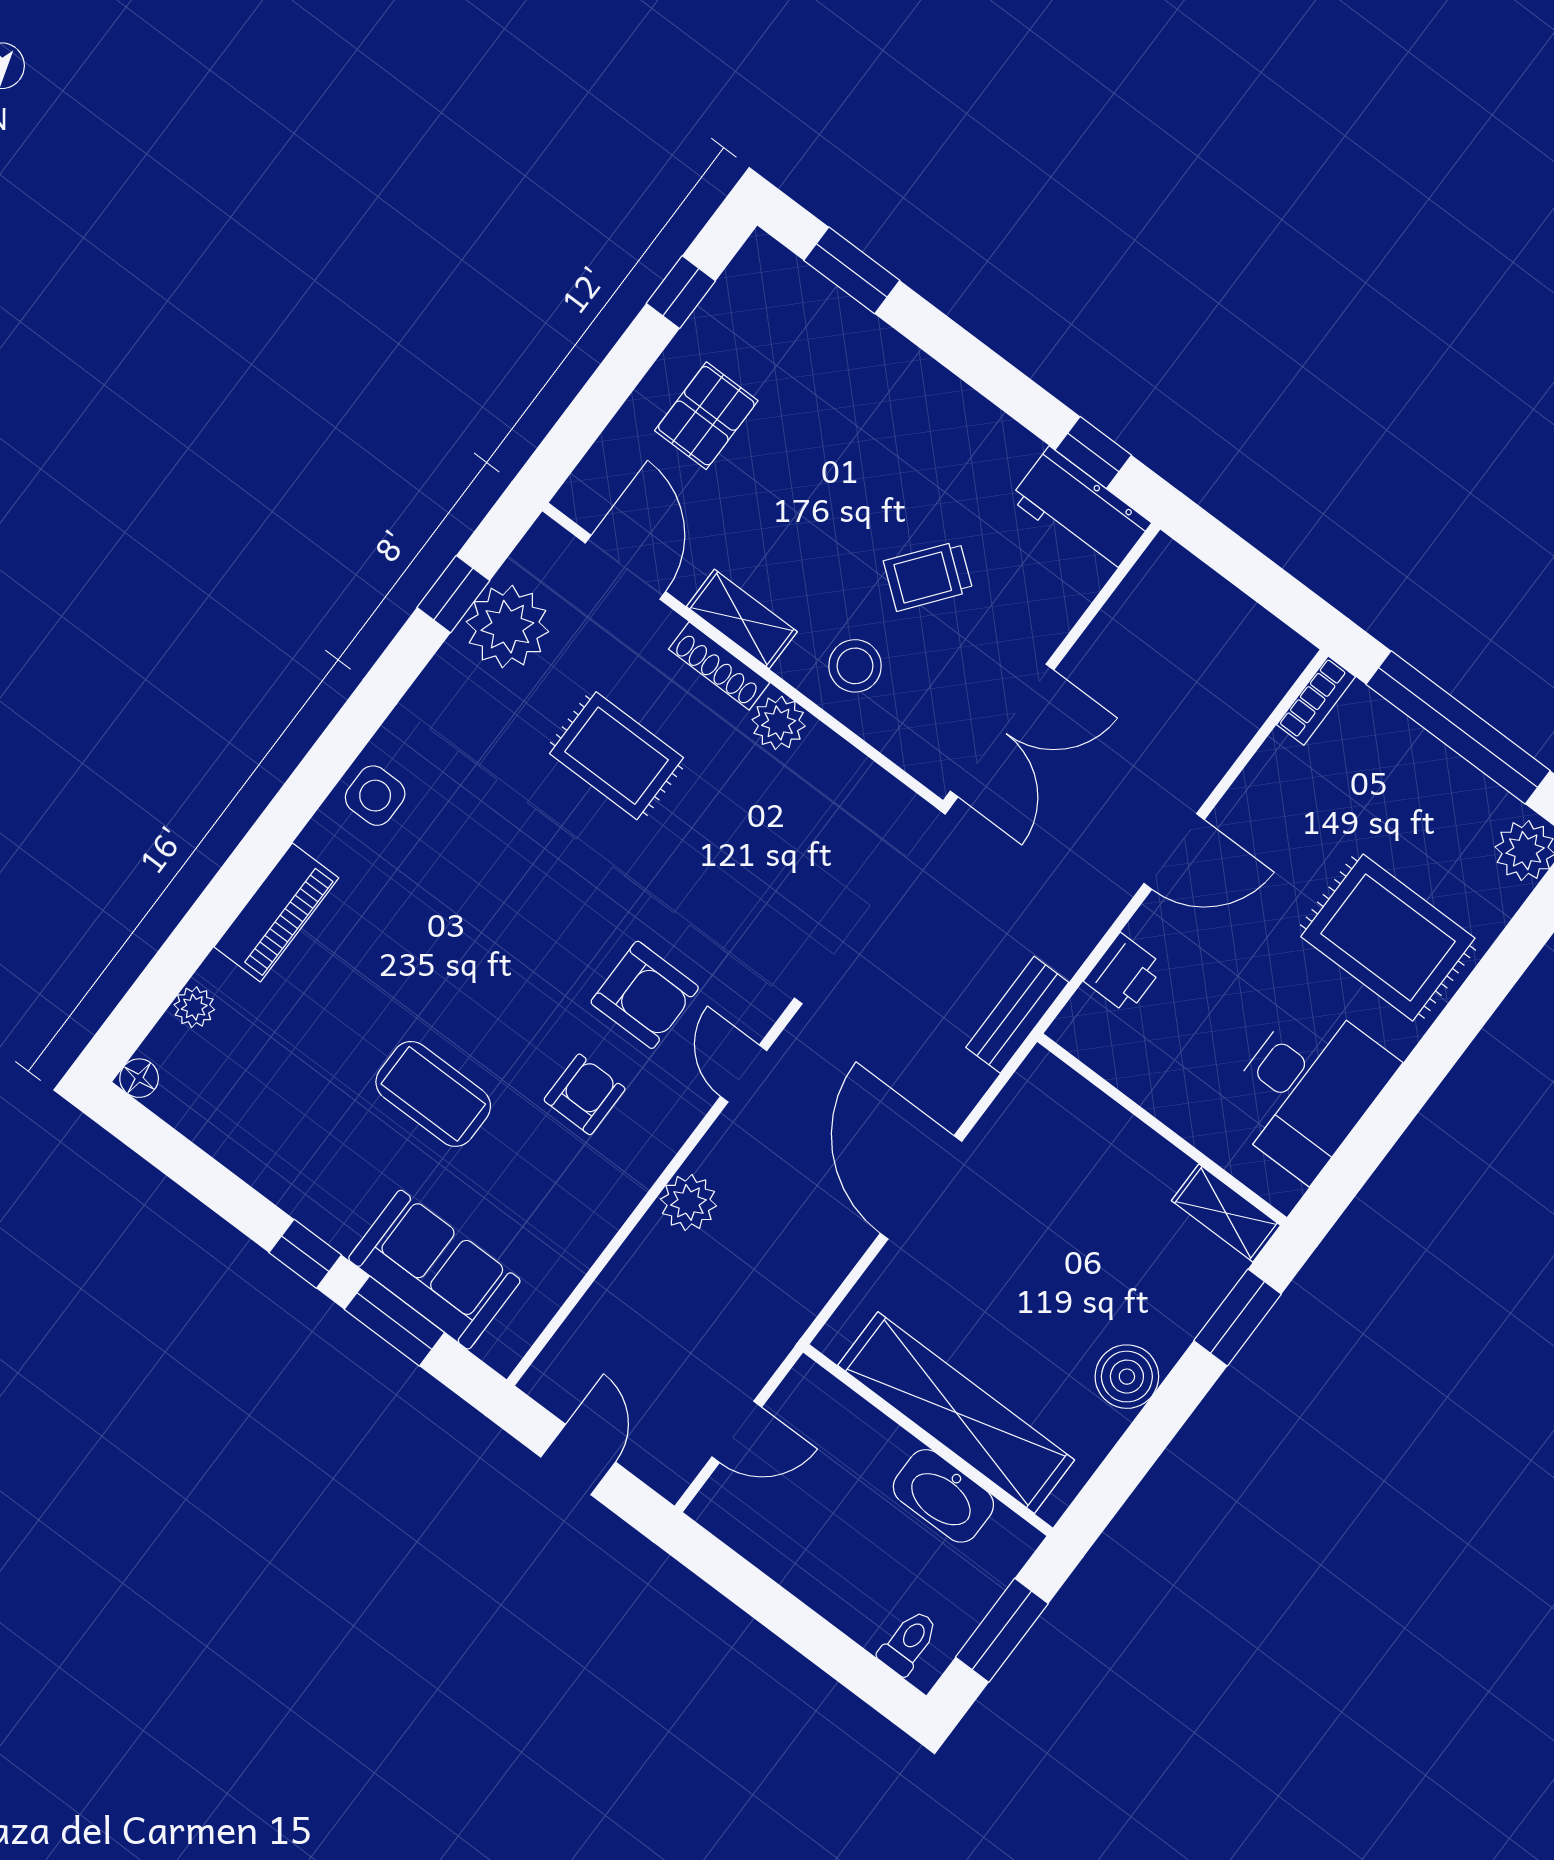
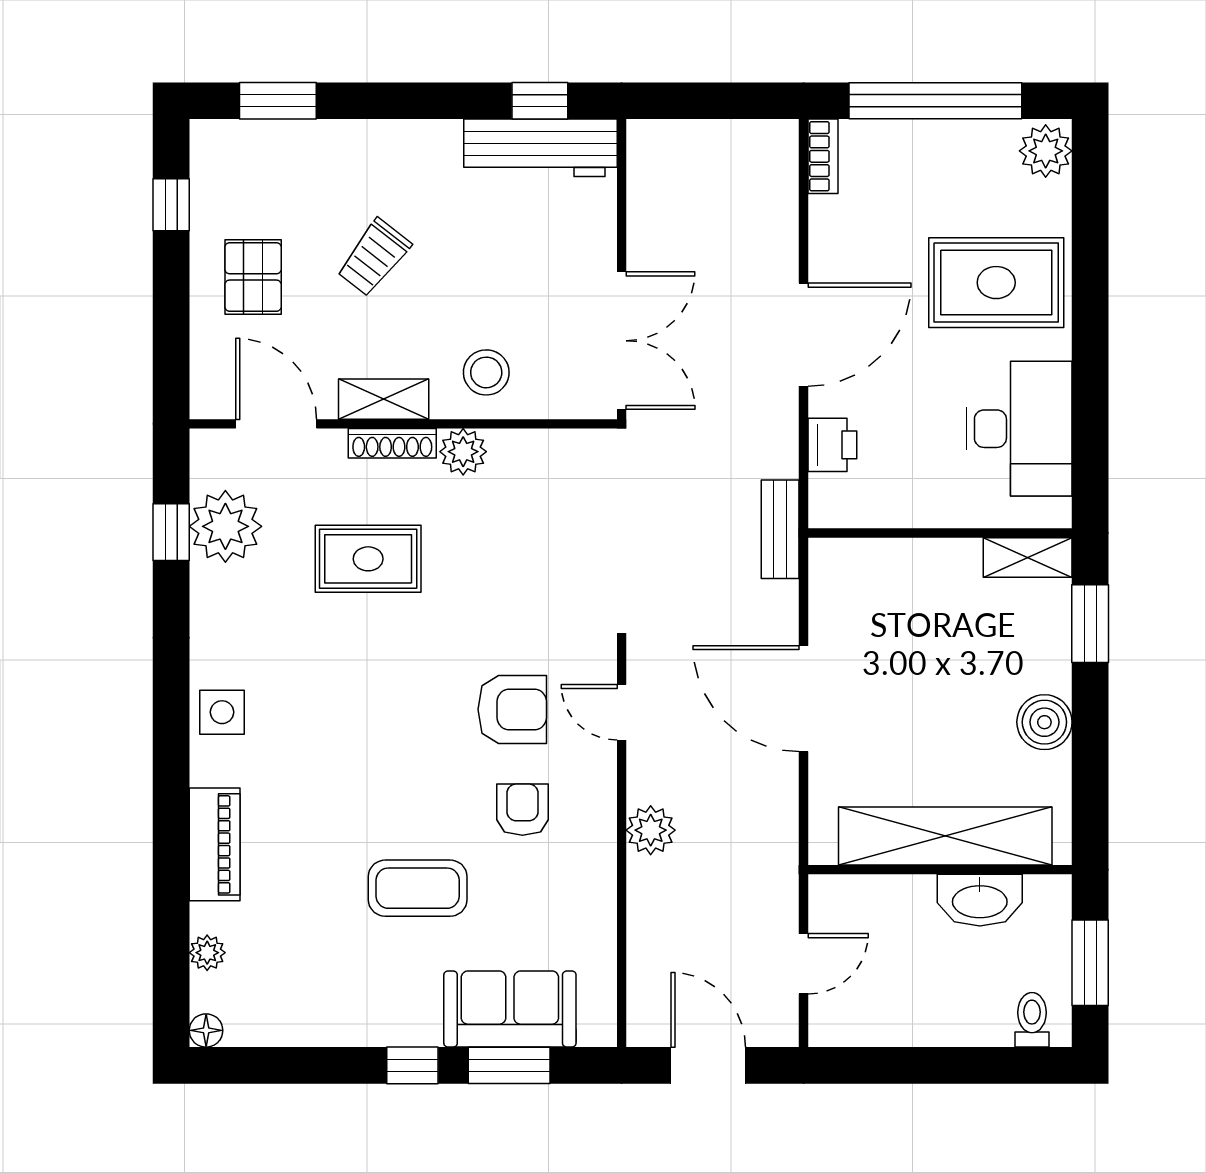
workbench: (1081, 511) -> (540, 148), width x1.38
trolley: (928, 576) -> (374, 257), moved
door: (1174, 851) -> (804, 335), width x1.36
door: (578, 1459) -> (708, 1065), width x1.37

